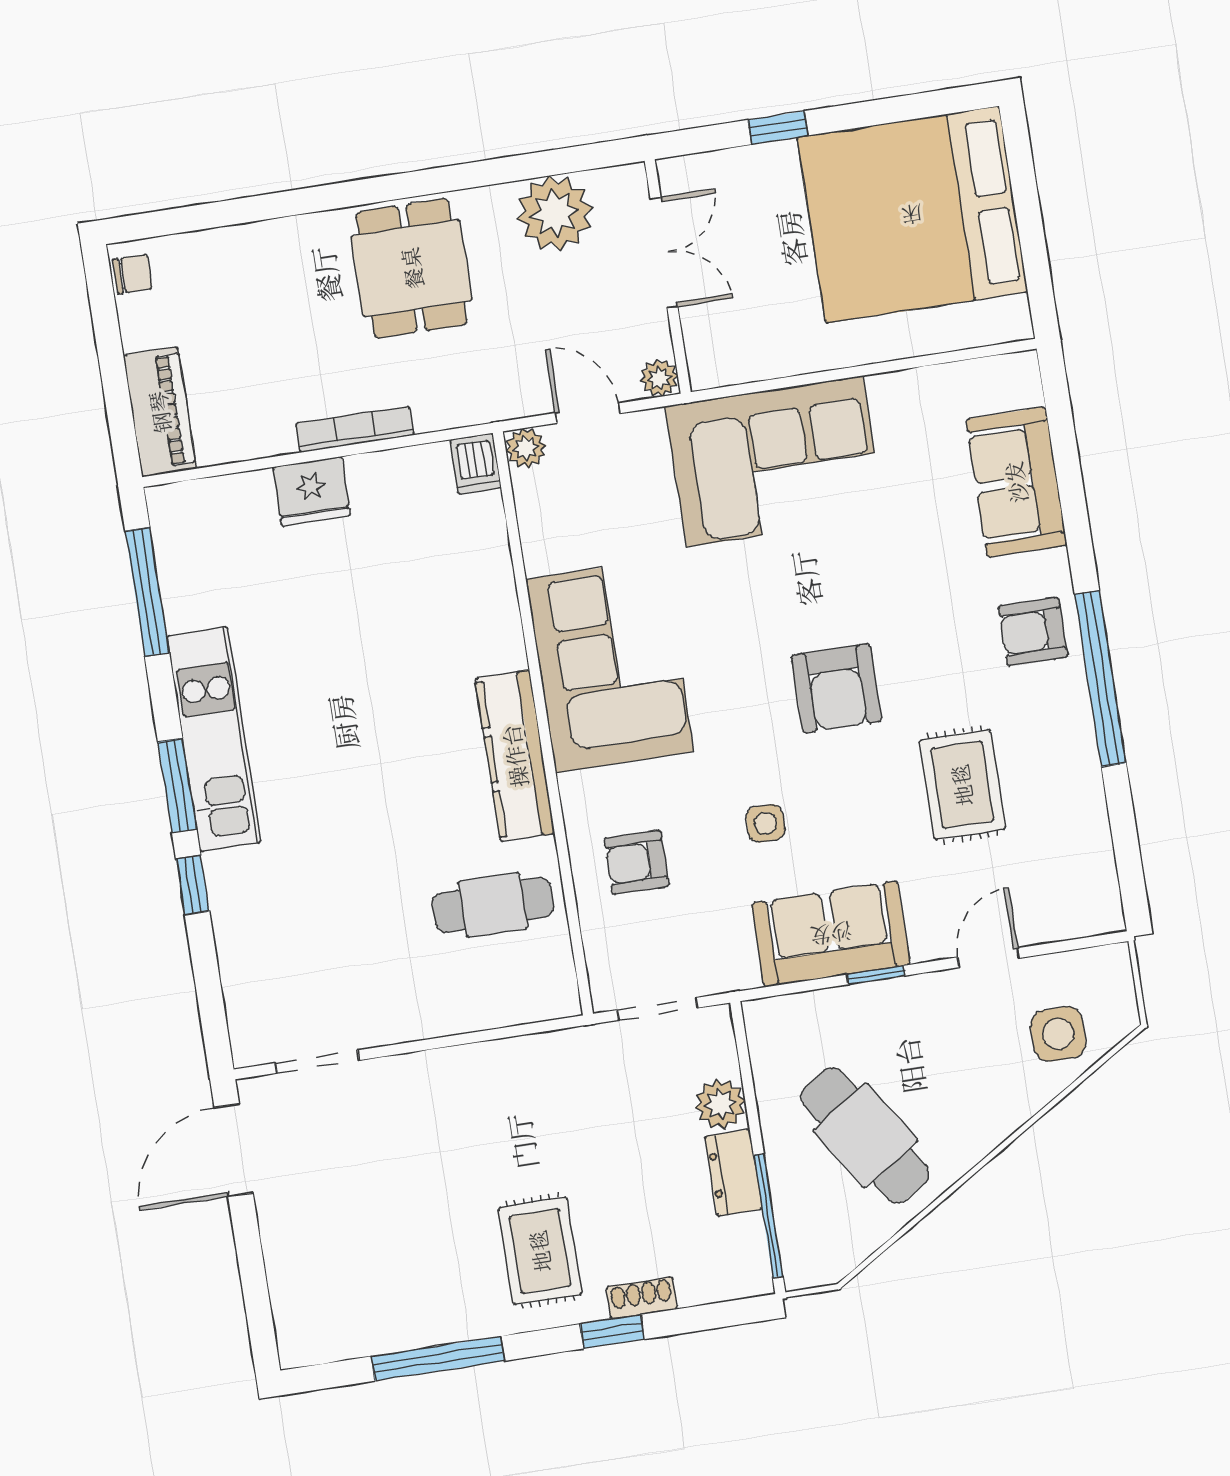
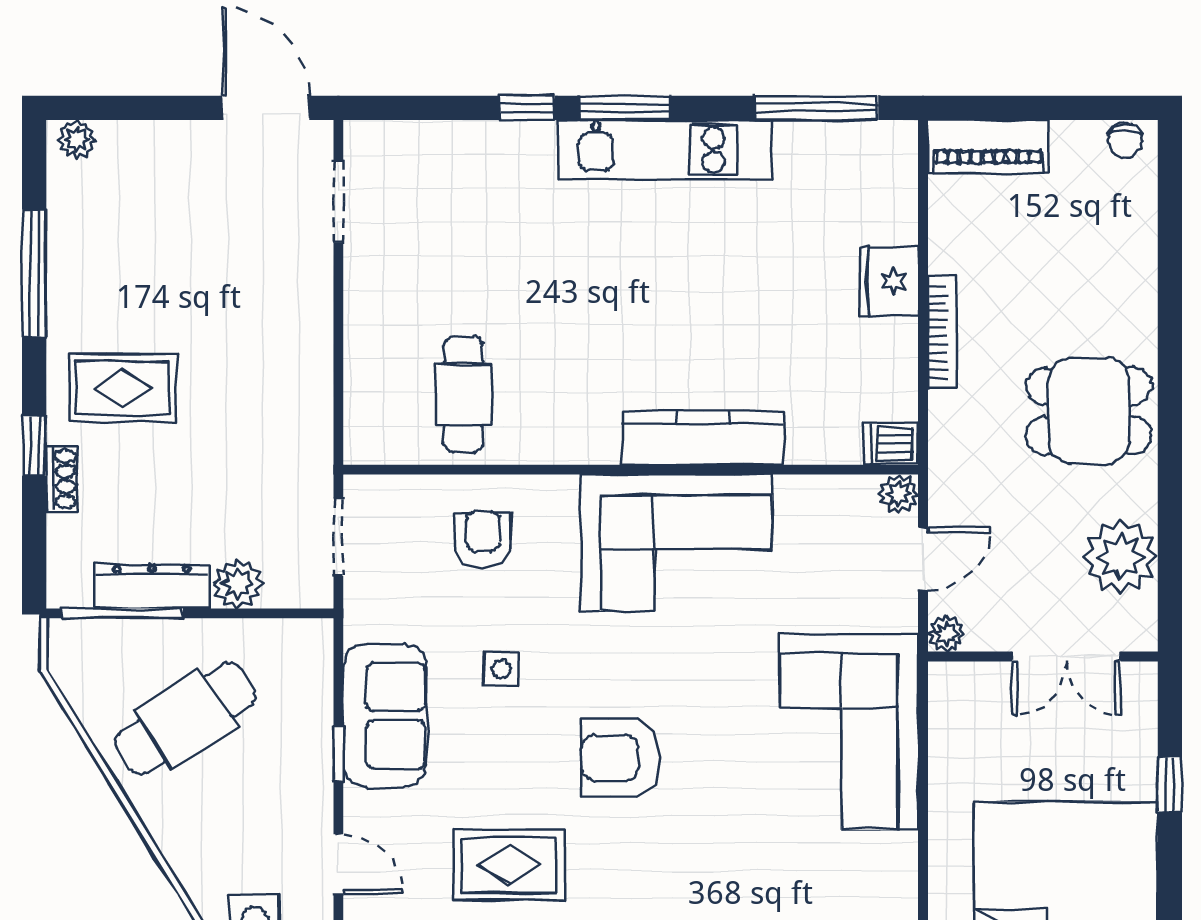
kitchen counter: (515, 756) -> (703, 438), moved
dresser: (734, 1173) -> (152, 586), width x1.44
plant: (295, 1337) -> (77, 139), added

